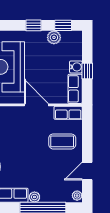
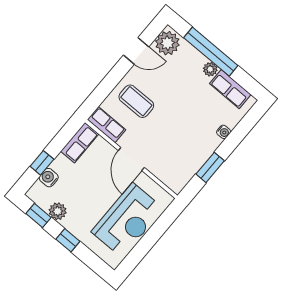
water cooler: (76, 67) -> (49, 178), moved
window: (87, 71) -> (42, 163), moved
plant: (77, 196) -> (167, 43), width x1.88, depth x1.88

